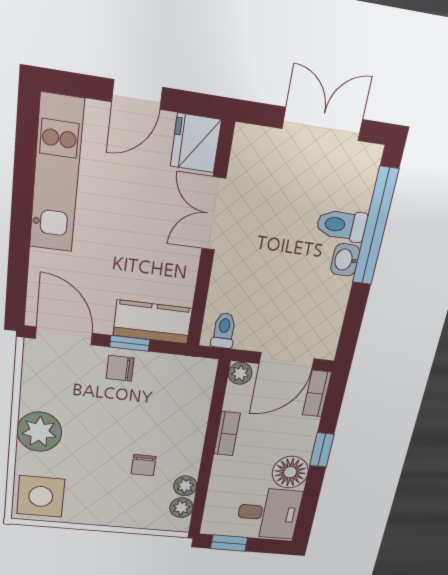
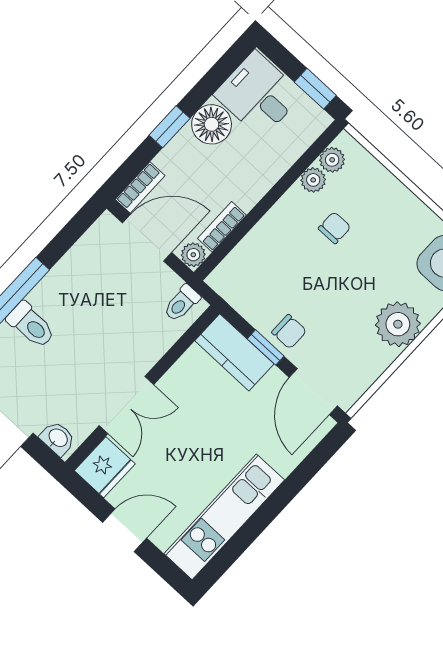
washbasin: (345, 260) -> (58, 438), moved, turned -90
bookcase: (227, 434) -> (222, 227), moved

